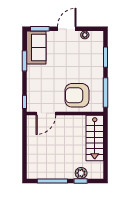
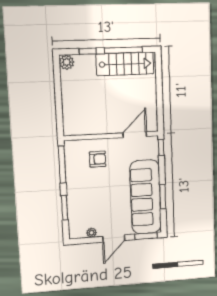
sofa: (36, 47) -> (146, 197), width x1.85, depth x1.27
armchair: (77, 95) -> (98, 159), width x0.53, depth x0.53
stairs: (95, 138) -> (125, 64), moved, turned 90
plant: (81, 173) -> (67, 62), moved

